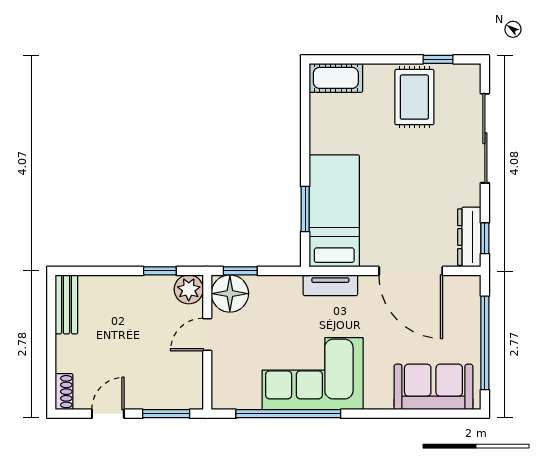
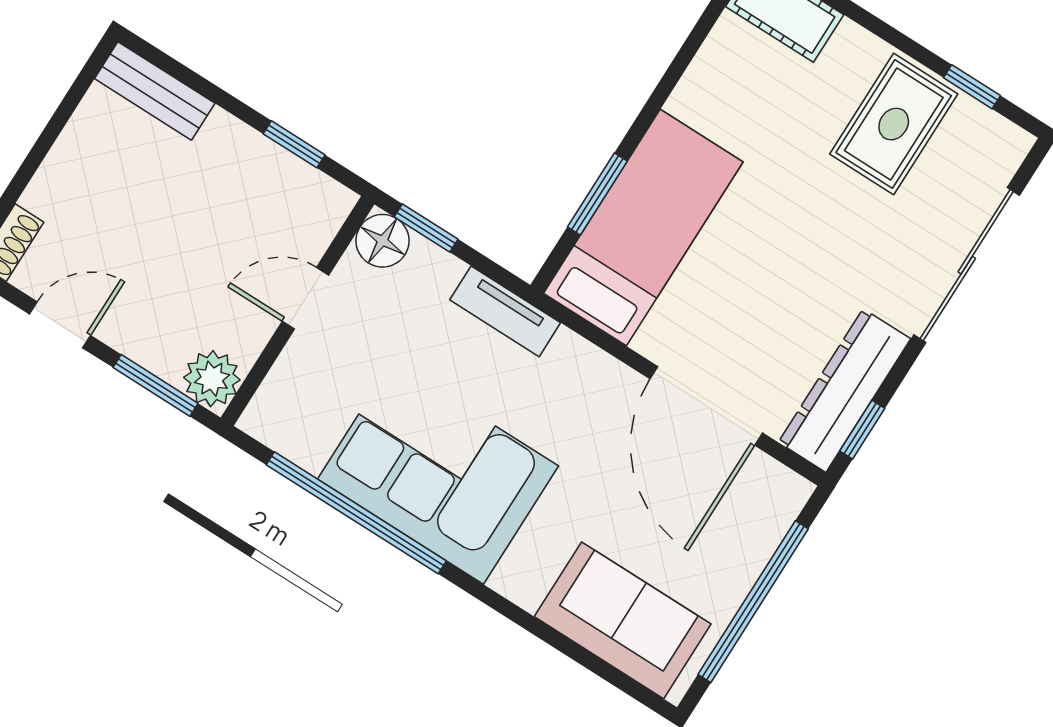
dresser: (469, 237) -> (844, 390), width x1.37, depth x1.24
tv unit: (330, 285) -> (505, 311), moved
plant: (189, 289) -> (212, 379), moved
floor lamp: (230, 294) -> (382, 241), width x0.73, depth x0.73
bench: (66, 304) -> (155, 91), moved, turned 90

